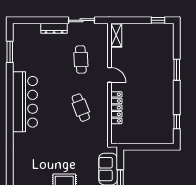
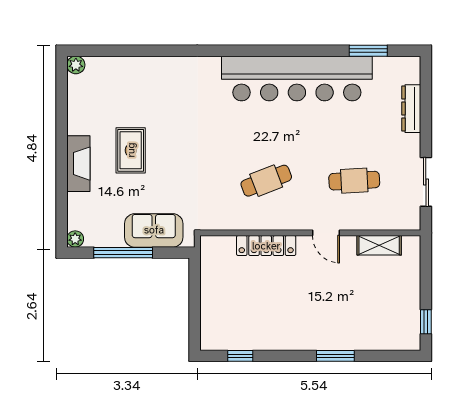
dresser: (54, 28) -> (411, 109), moved
shelving: (116, 35) -> (379, 245), moved
door: (109, 75) -> (326, 233), hinge flipped
bar counter: (25, 102) -> (297, 78), width x1.36

